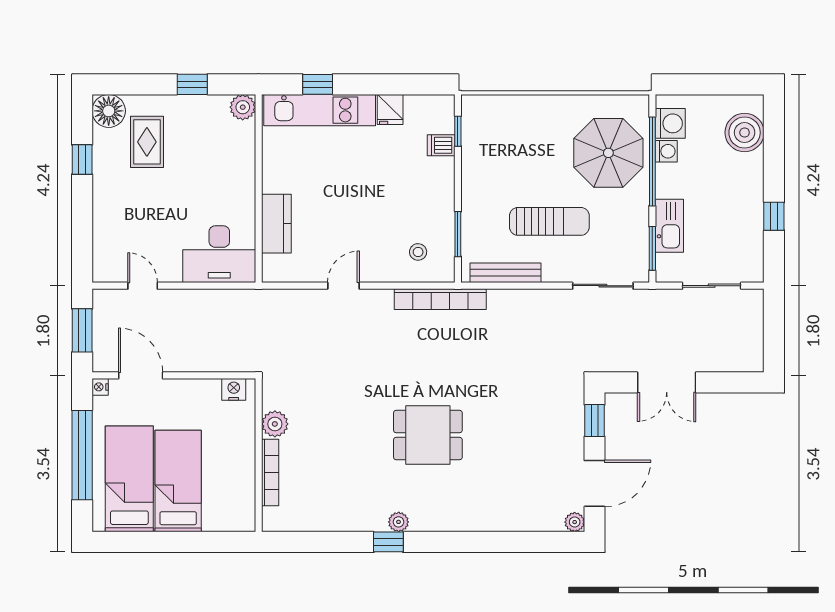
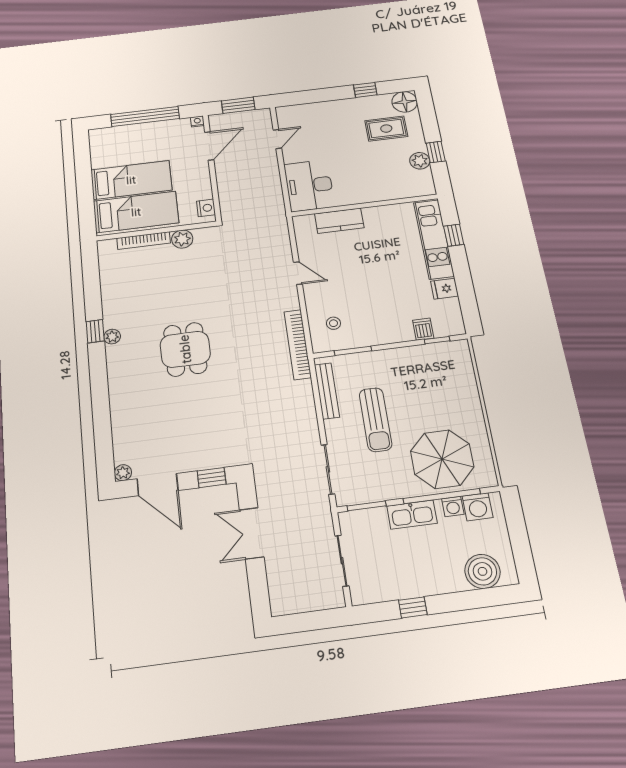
plant: (243, 107) -> (420, 161), moved
kitchen sink: (669, 226) -> (412, 515), moved
bed: (129, 479) -> (136, 212), moved

